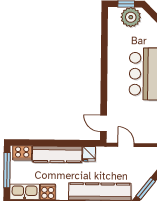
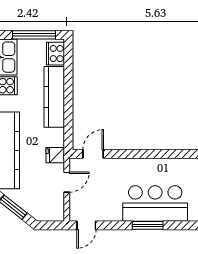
fridge: (89, 154) -> (55, 155), moved

